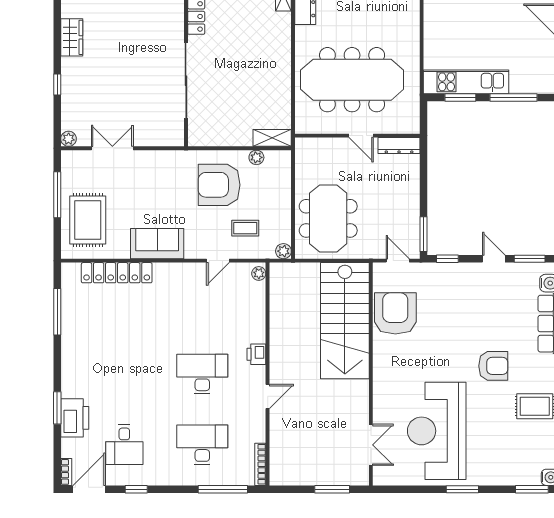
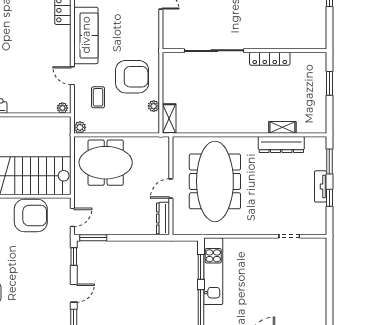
armchair: (219, 185) -> (132, 77), turned 90
sofa: (157, 244) -> (86, 35), width x1.36

